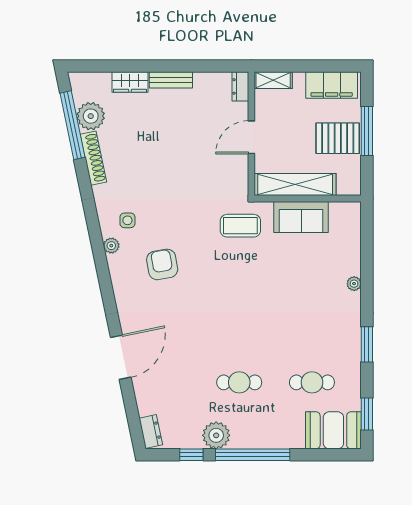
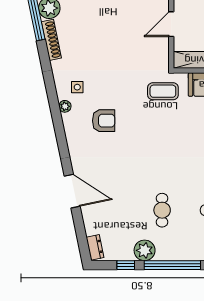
armchair: (162, 264) -> (104, 121), turned 100
door: (121, 357) -> (72, 191), hinge flipped
cafe table: (239, 382) -> (162, 210), turned 90

